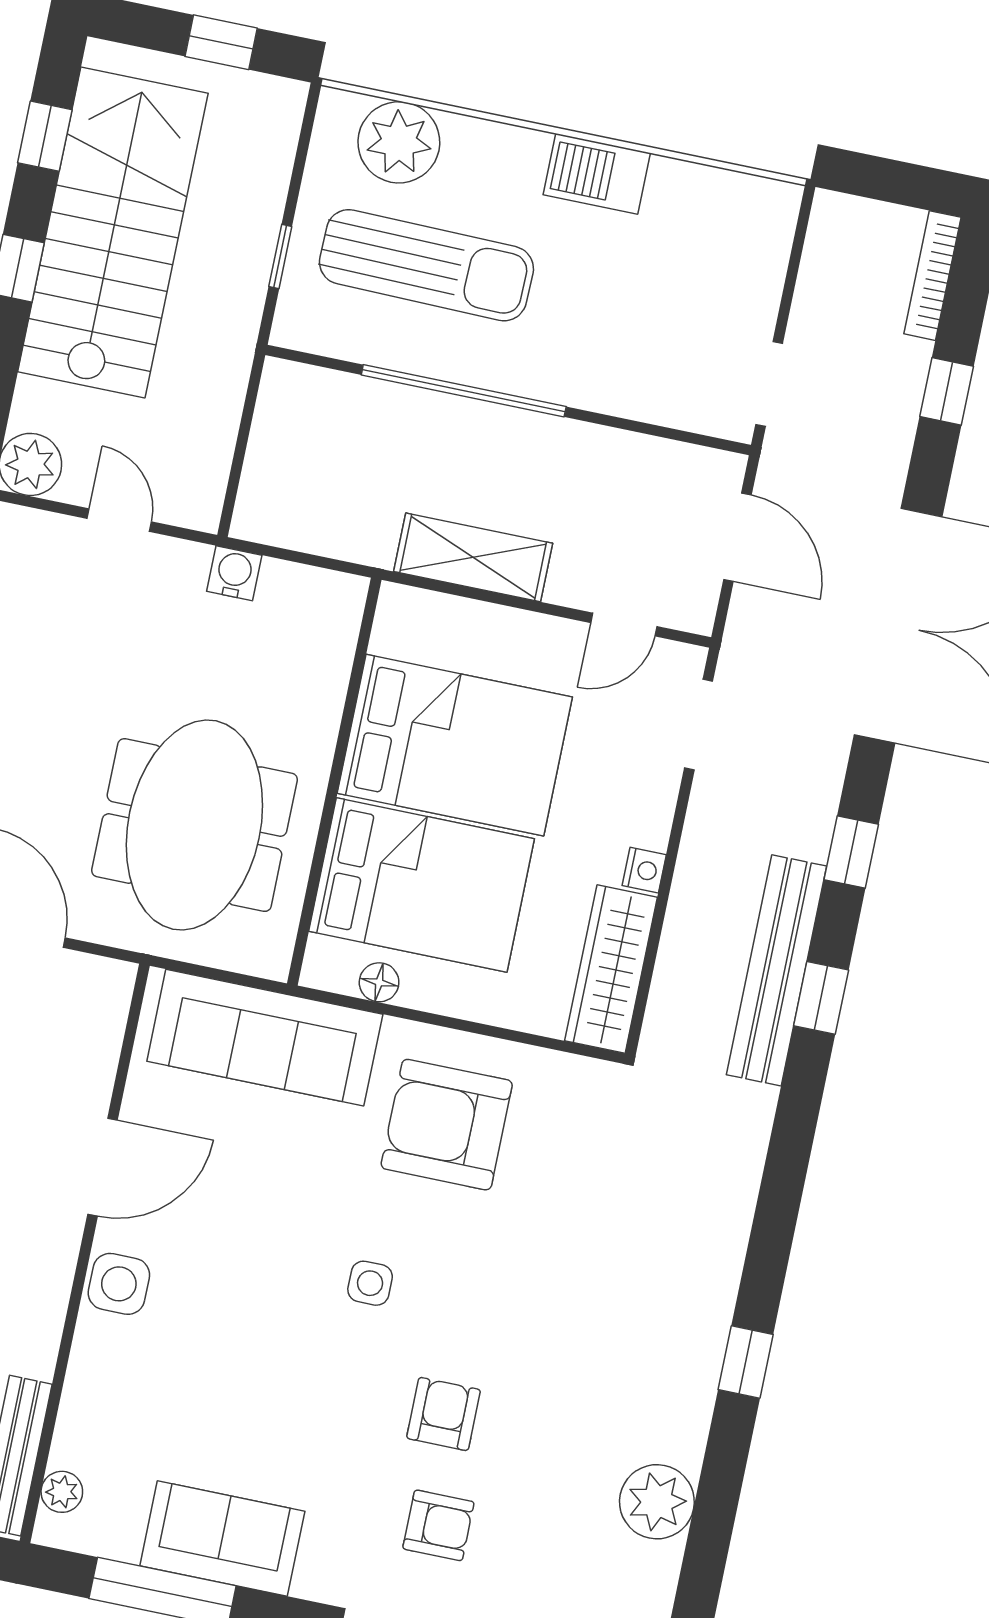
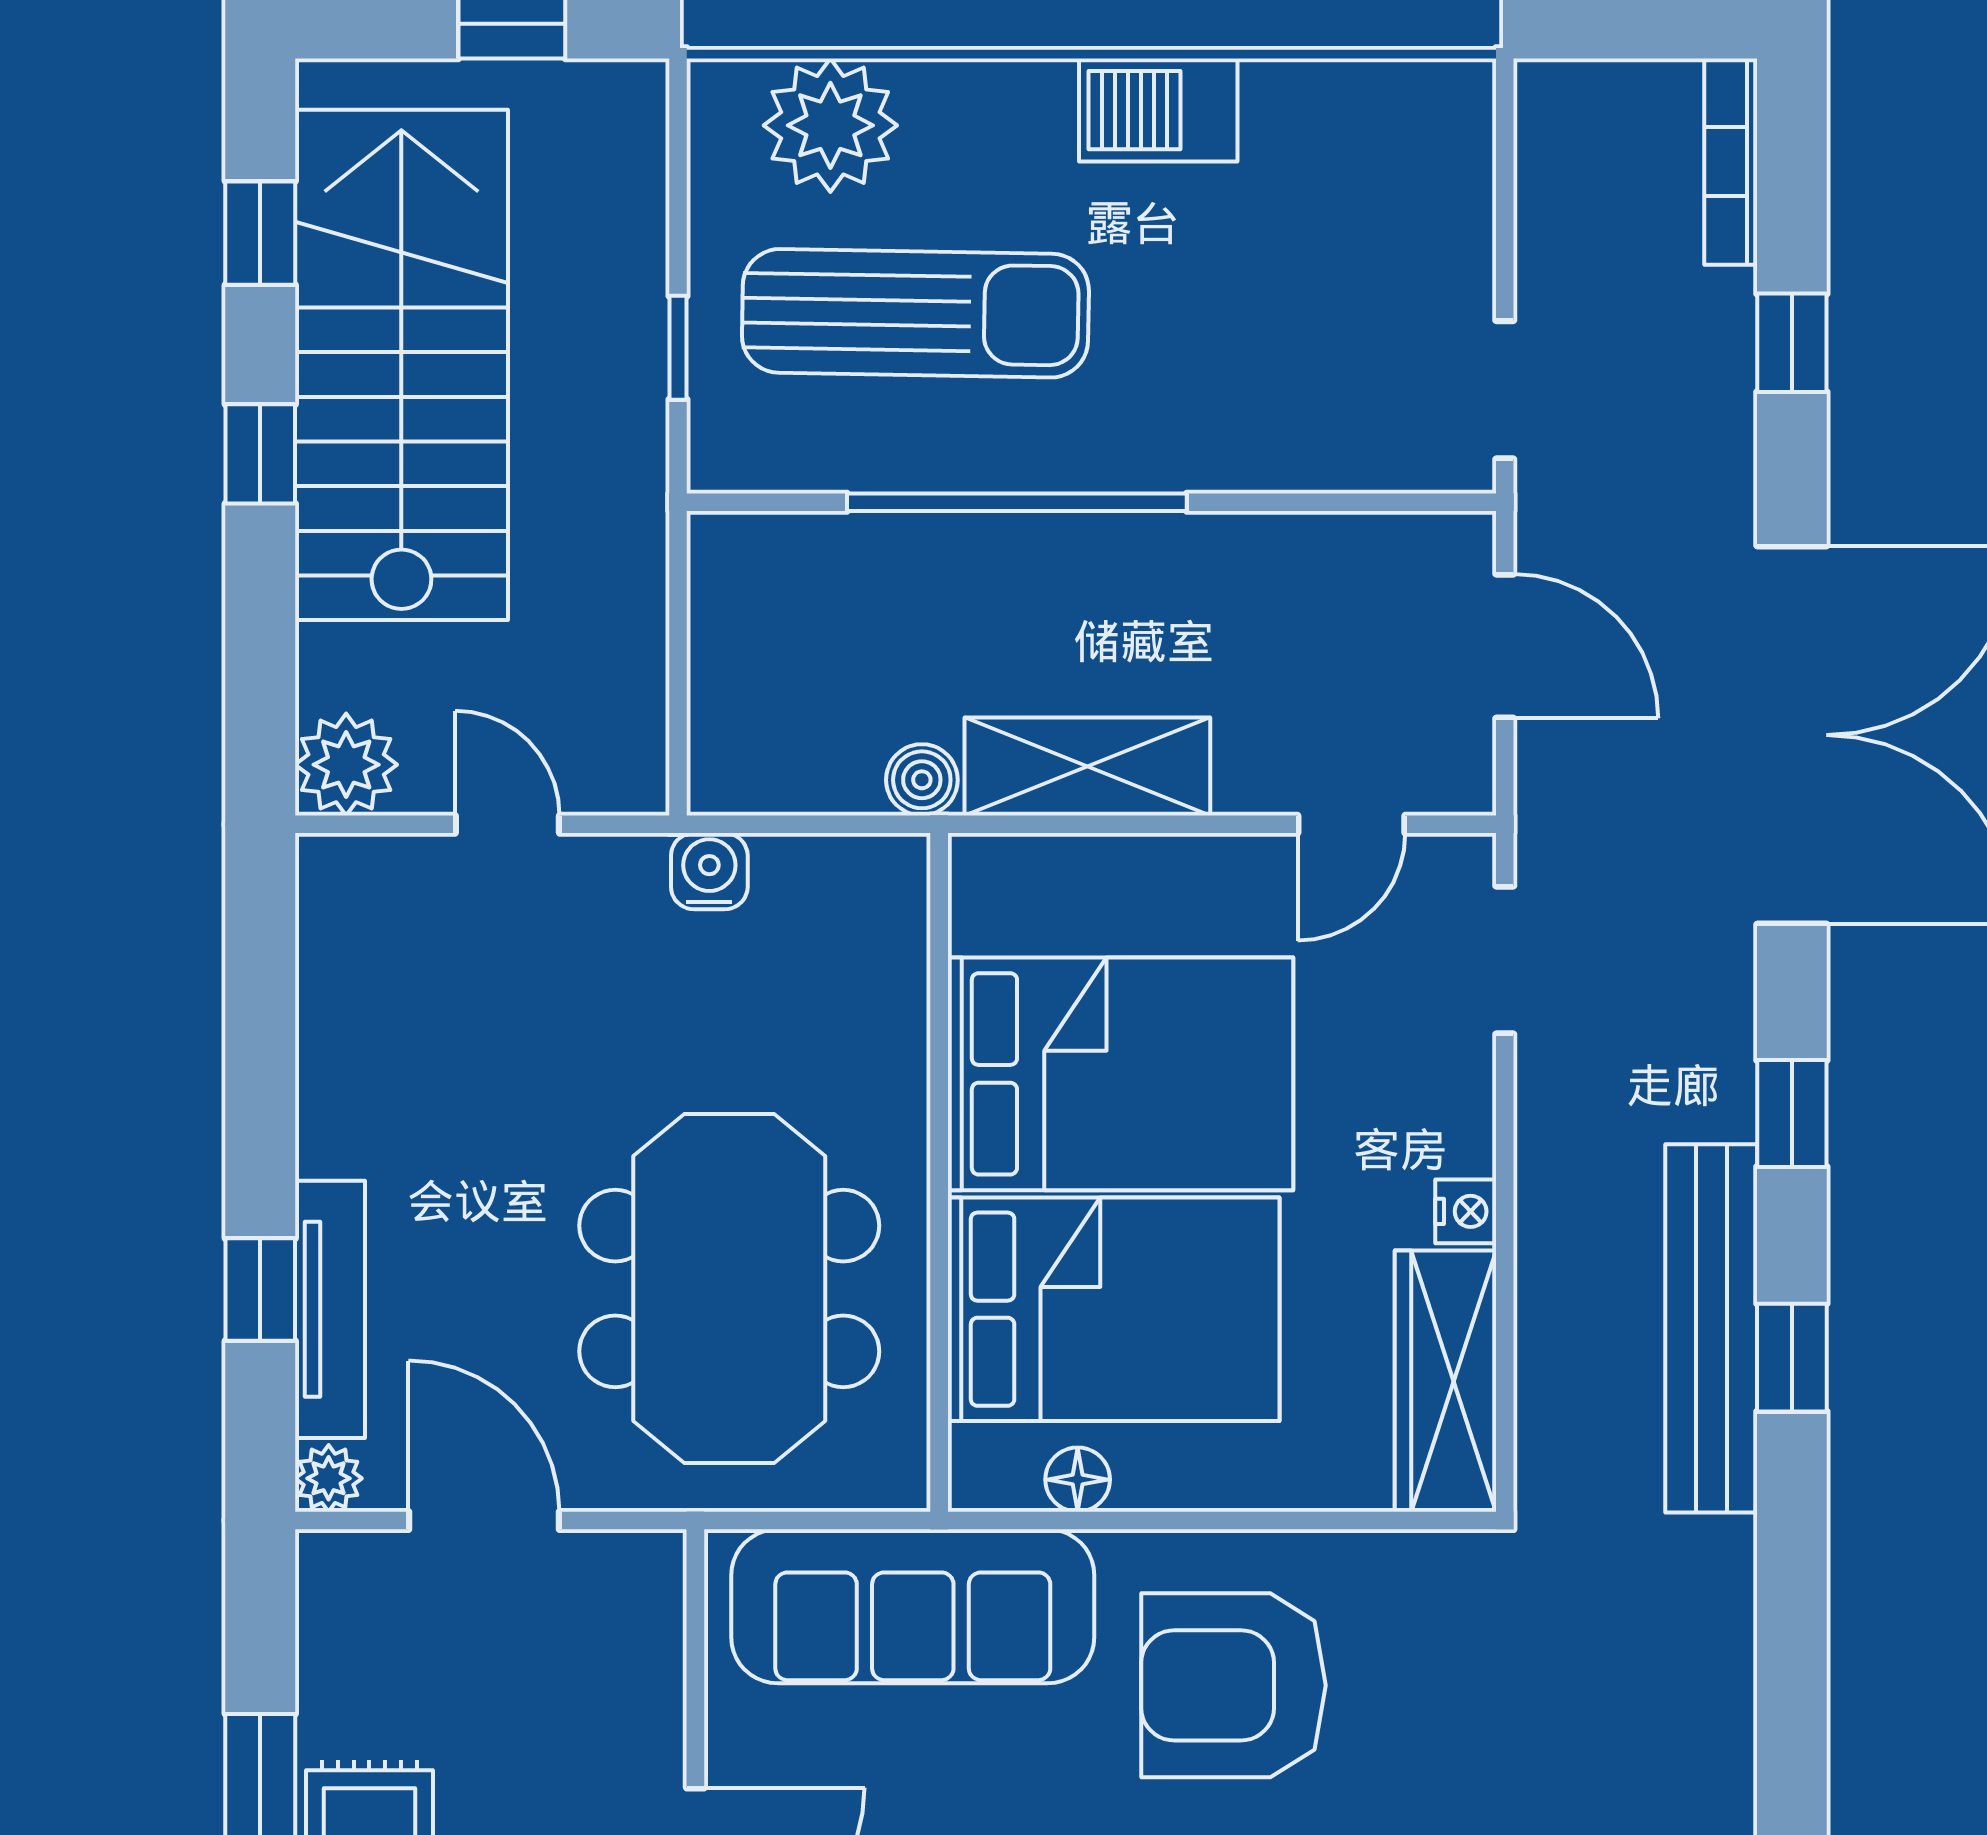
boiler: (373, 545) -> (922, 780), added

